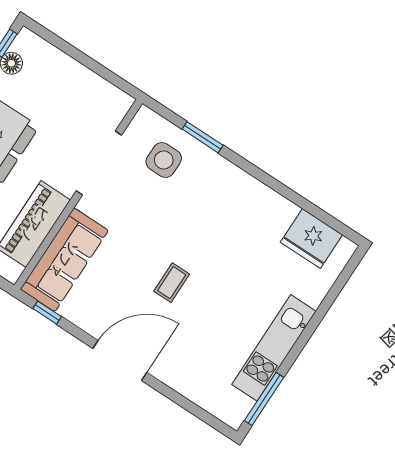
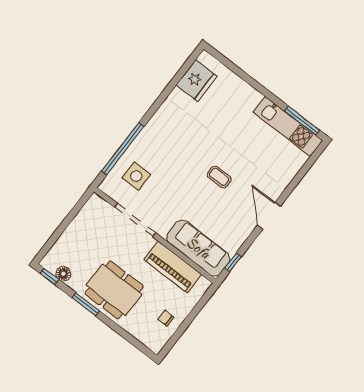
window: (203, 137) -> (123, 149), width x2.11
kitchen unit: (274, 348) -> (288, 126), moved
door: (120, 360) -> (269, 216), width x0.73

